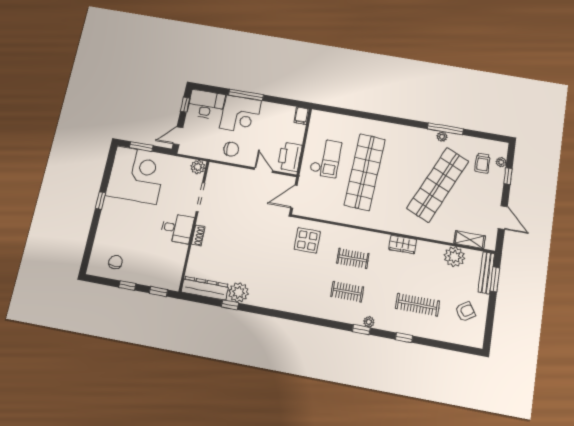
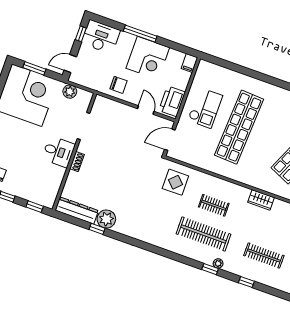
corner desk: (240, 114) -> (148, 58), moved
plant: (198, 167) -> (70, 92), moved
clothes rail: (347, 292) -> (203, 234), width x1.86, depth x1.31

